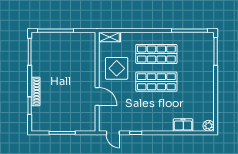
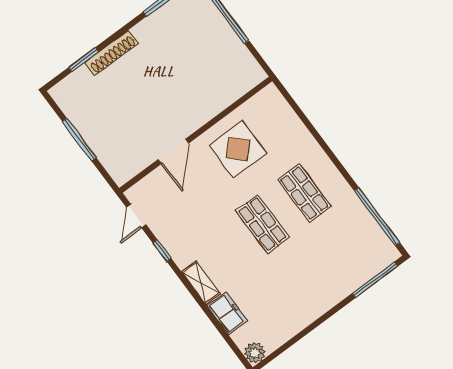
shelving: (109, 37) -> (201, 283), moved
shop shelf: (156, 54) -> (304, 193), width x0.70, depth x0.74
shop shelf: (156, 82) -> (262, 224), width x0.70, depth x0.74

